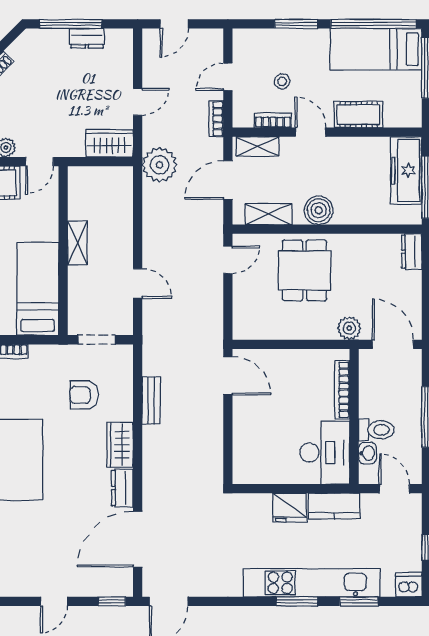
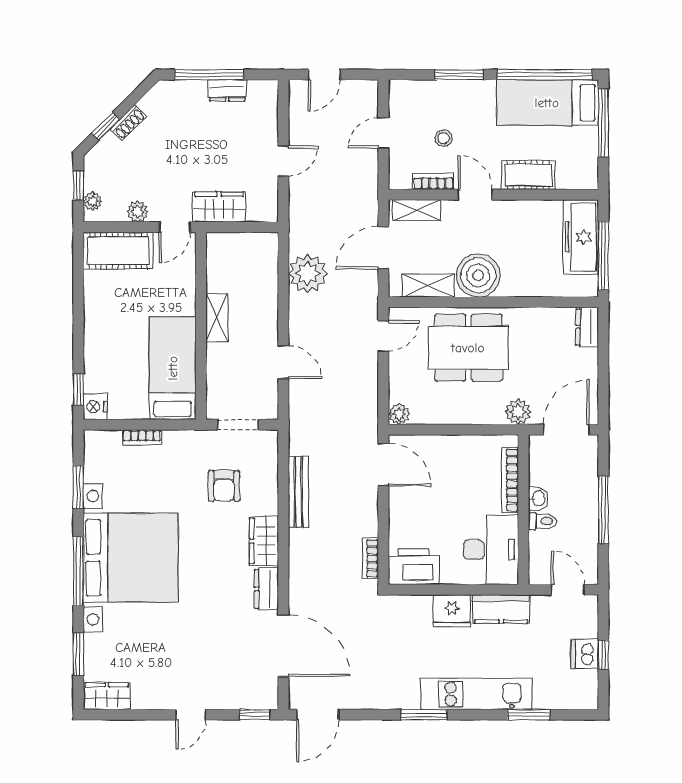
bookcase: (216, 119) -> (370, 558), moved
wardrobe: (109, 143) -> (219, 207), moved
plant: (160, 165) -> (308, 274), moved
boiler: (319, 210) -> (478, 275), width x1.37, depth x1.37
dining table: (304, 270) -> (468, 348), width x1.38
plant: (242, 330) -> (399, 414), added
door: (393, 344) -> (566, 430), hinge flipped
armchair: (84, 395) -> (224, 486), turned -90
bench: (151, 401) -> (298, 492), width x1.36
toilet: (376, 430) -> (543, 521), width x0.73, depth x0.72
washbasin: (367, 453) -> (538, 499), moved
printer: (255, 468) -> (414, 567), added
door: (138, 539) -> (283, 646), swing flipped
kitchen unit: (312, 583) -> (476, 694), width x0.73
dishwasher: (409, 585) -> (585, 654), moved, turned -90
window: (297, 601) -> (424, 715), moved

